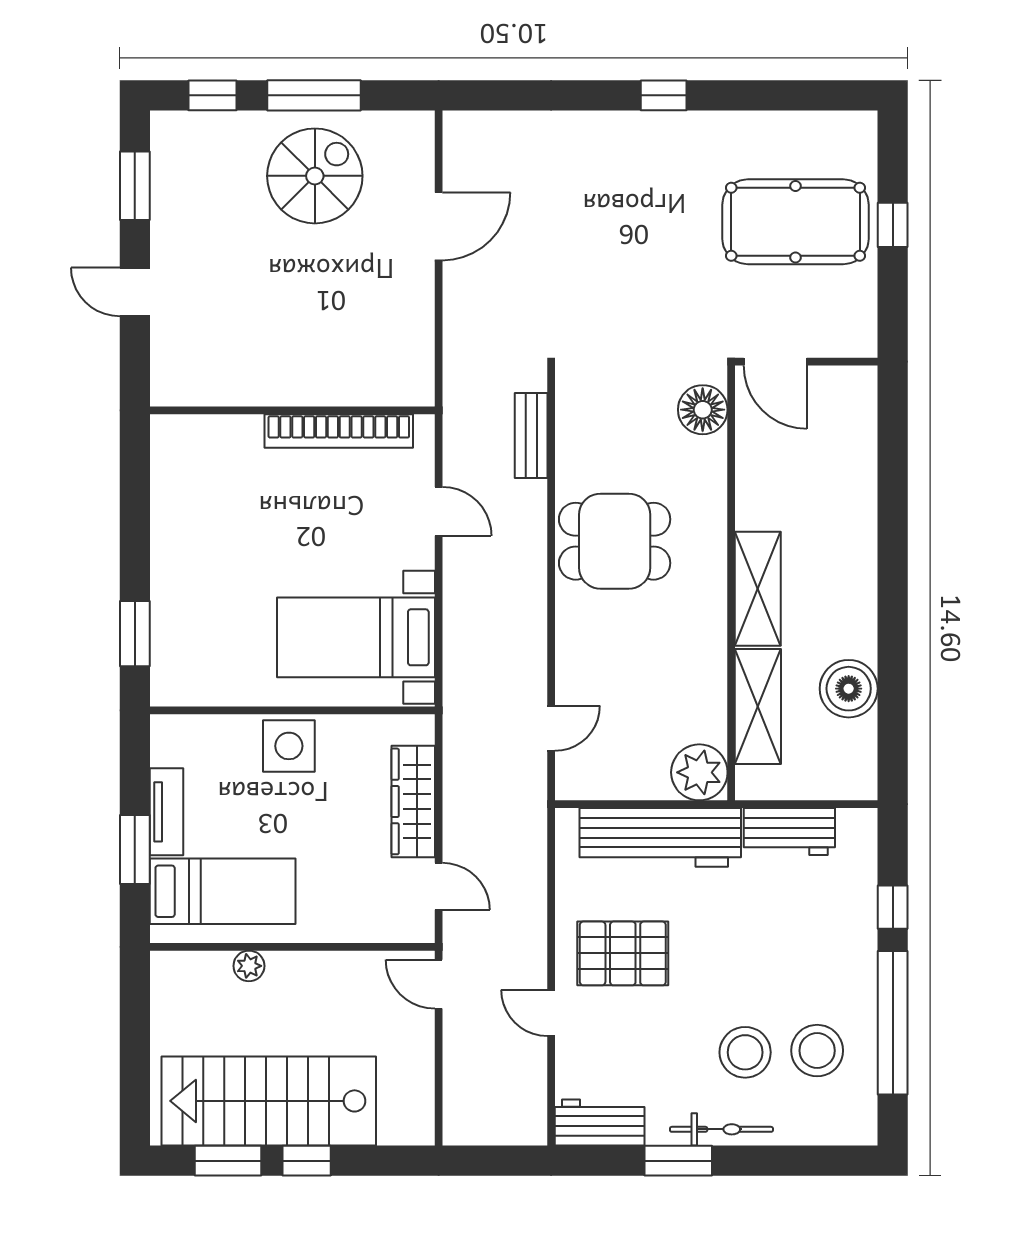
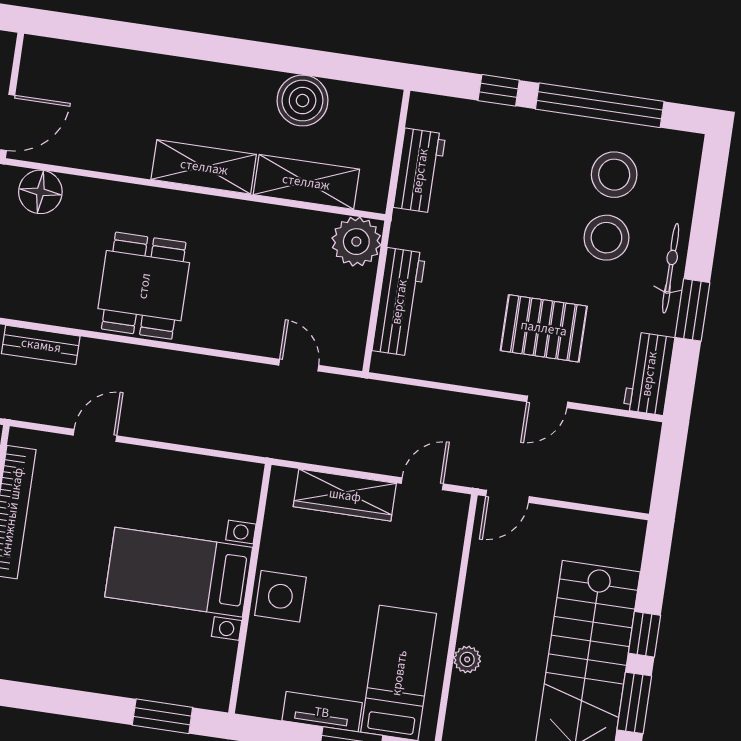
bed with nightstands: (356, 637) -> (179, 572), moved, turned 90
workbench: (660, 837) -> (399, 302), width x0.73, depth x0.76
pallet: (623, 953) -> (544, 328), moved, turned 90

